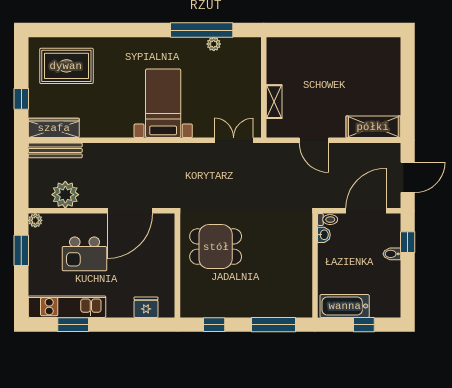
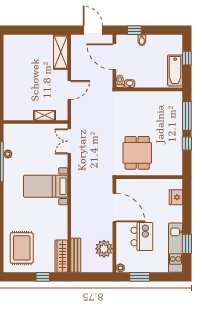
window: (214, 325) -> (187, 143), moved

